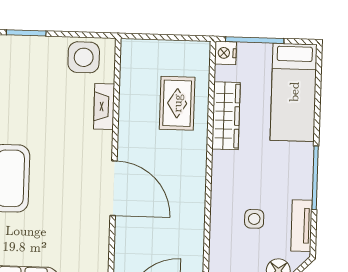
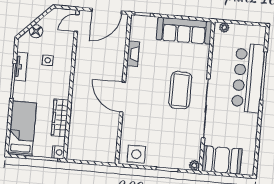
rug: (177, 103) -> (86, 126), removed
fireplace: (104, 107) -> (133, 54), moved
door: (114, 188) -> (123, 97), moved
tv unit: (301, 226) -> (21, 67), moved

